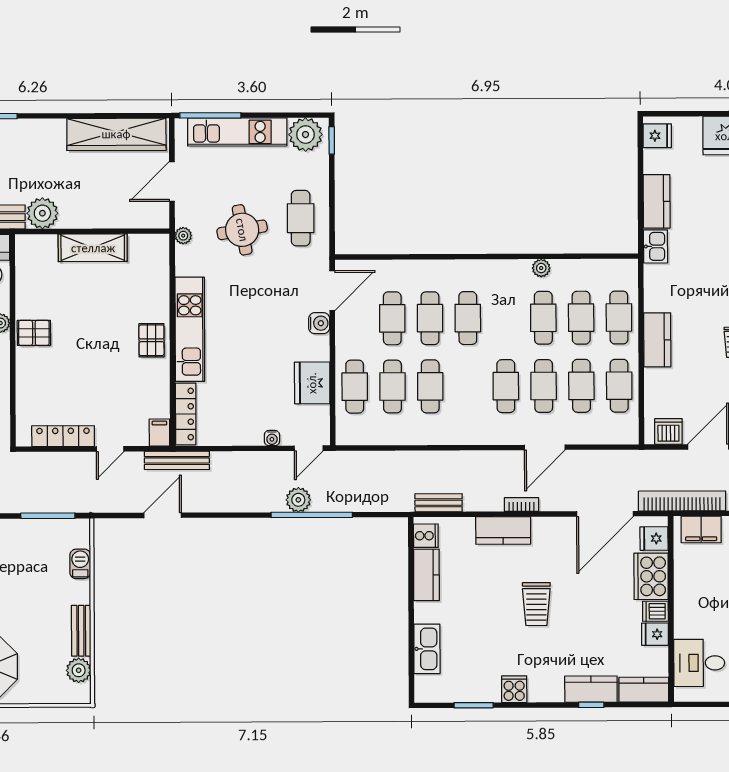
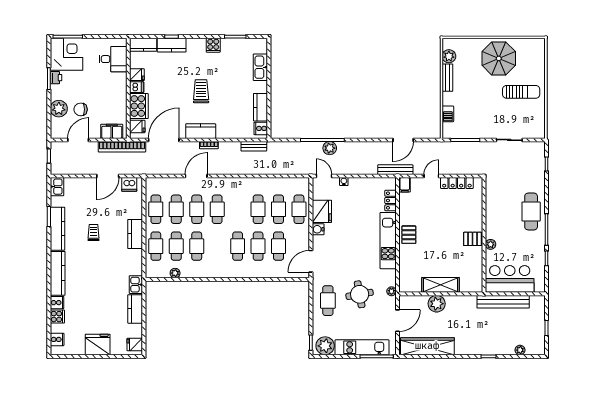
plant: (42, 213) -> (437, 304), moved
plant: (541, 268) -> (175, 273), moved
water cooler: (319, 323) -> (318, 229), moved
locker: (186, 414) -> (391, 201), width x0.66
door: (309, 448) -> (324, 176), hinge flipped
kitchen counter: (503, 531) -> (201, 131), moved

